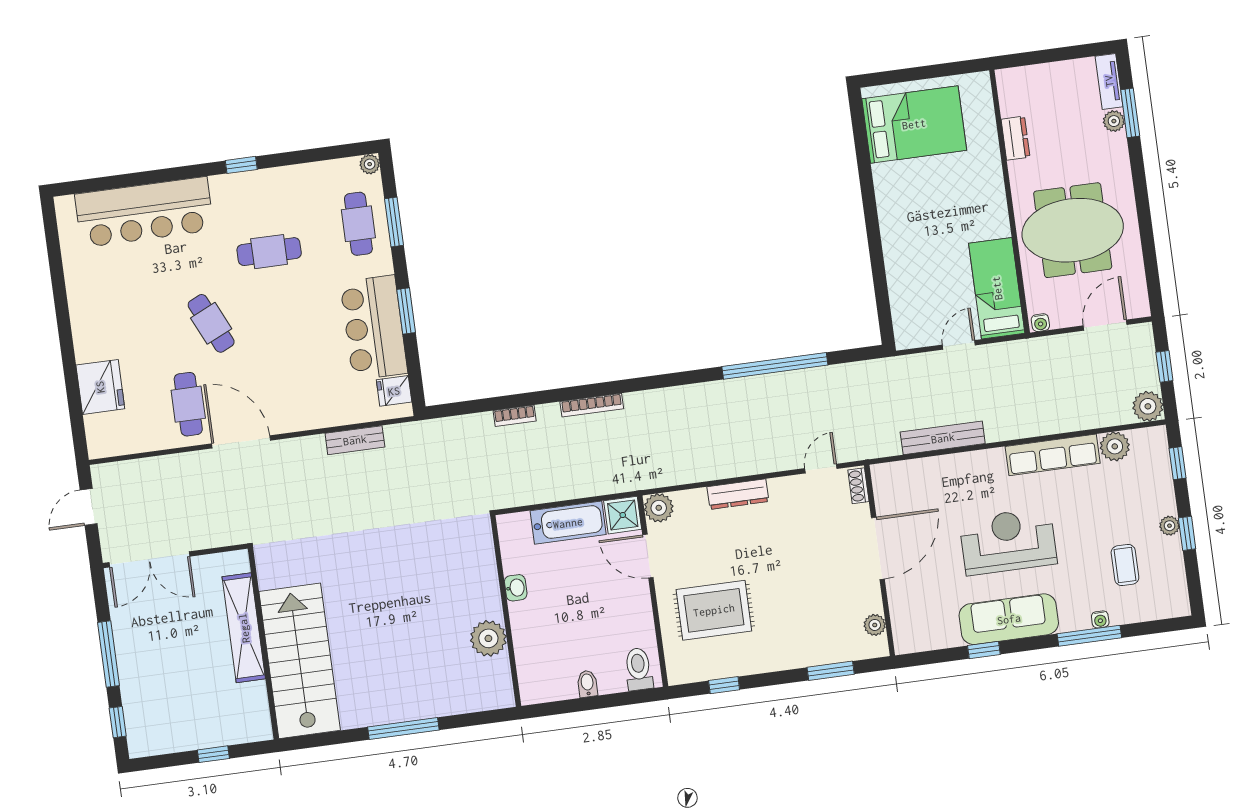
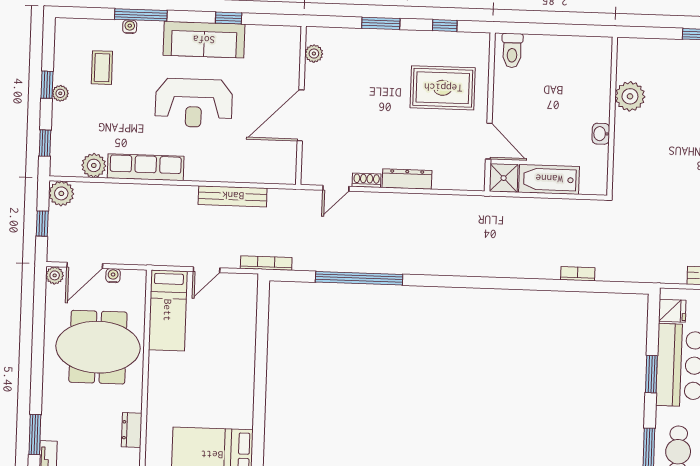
plant: (1114, 121) -> (55, 275), moved
water cooler: (1040, 323) -> (113, 276), moved
bookcase: (592, 405) -> (266, 263), moved
shoe rack: (858, 486) -> (367, 180), moved, turned -90
plant: (659, 508) -> (473, 179), removed
window: (831, 671) -> (381, 23), moved
bidet: (587, 684) -> (556, 46), removed

